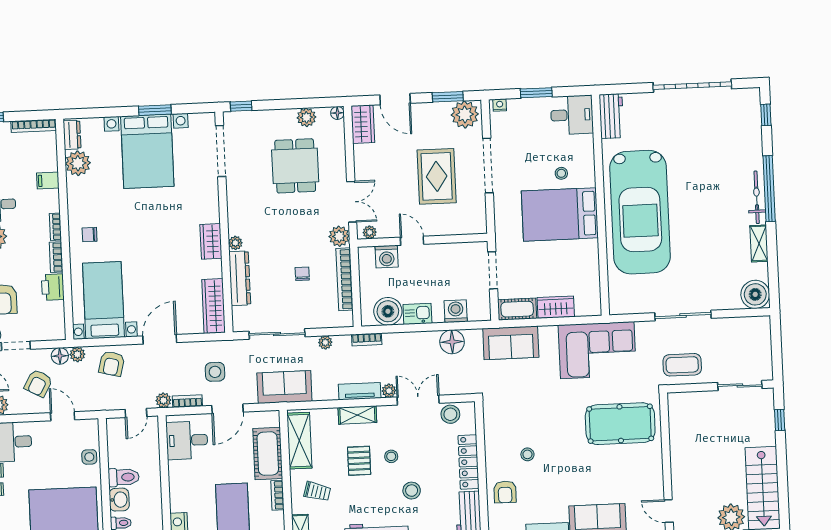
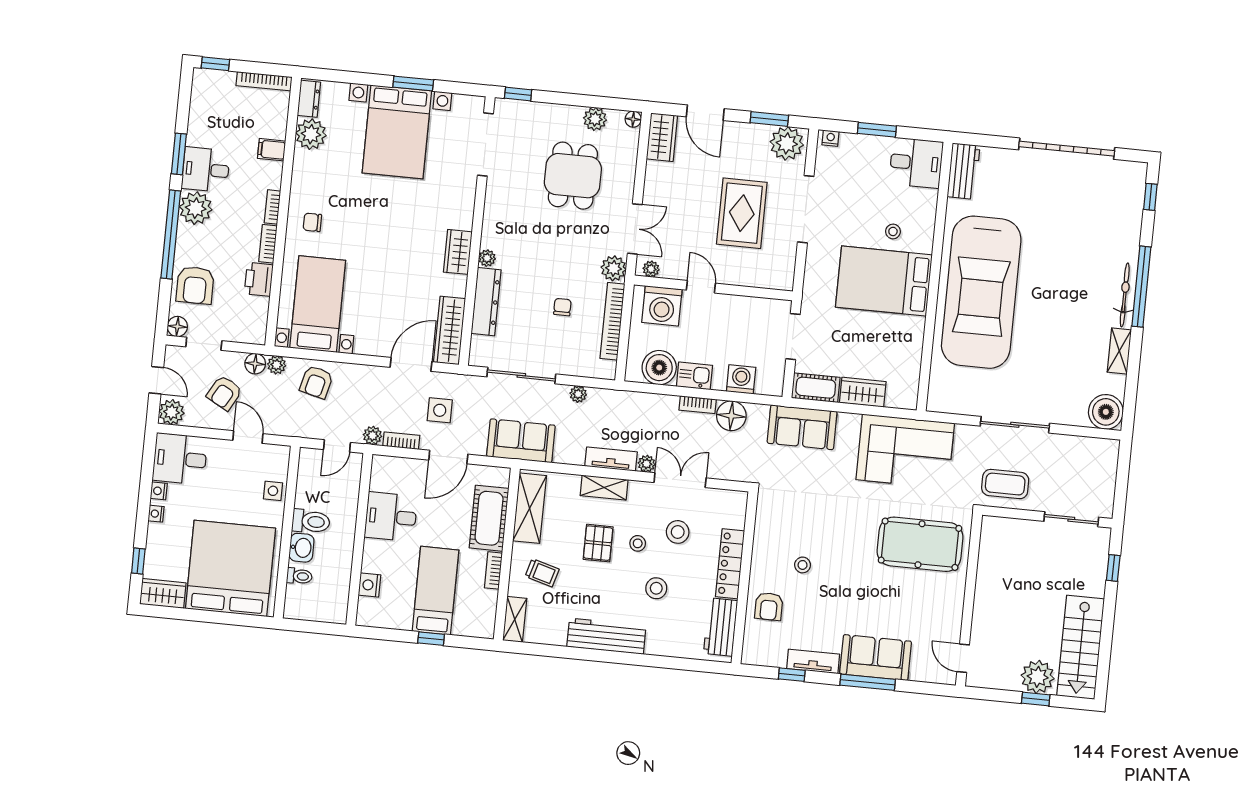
washing machine: (387, 257) -> (662, 306), width x1.37, depth x1.37
door: (160, 339) -> (411, 364), moved
bookcase: (367, 339) -> (698, 405), moved
stool: (450, 414) -> (678, 532), moved
desk: (187, 440) -> (391, 517), moved

